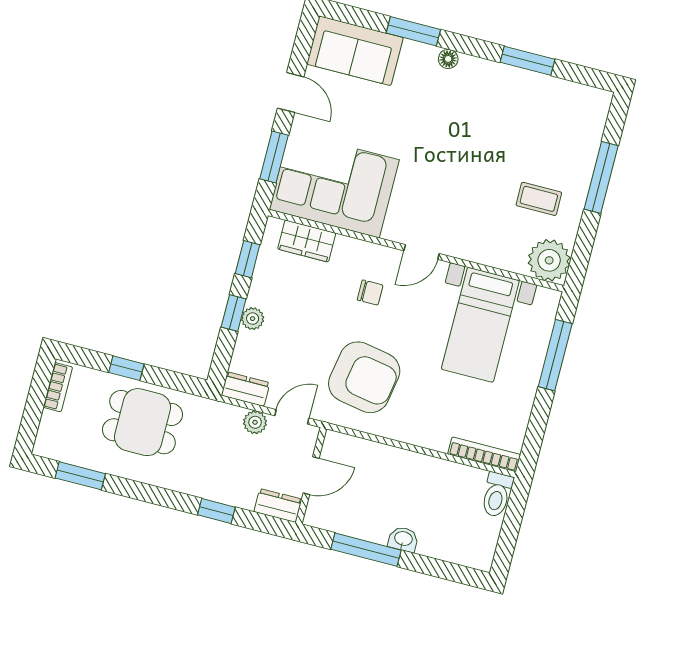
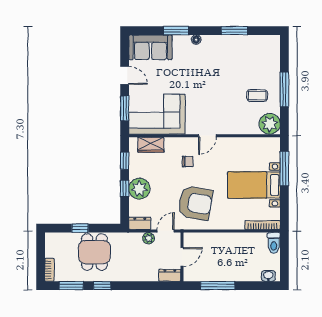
window: (601, 177) -> (284, 90), moved
plant: (253, 319) -> (139, 189), width x1.87, depth x1.87
bed with nightstands: (480, 325) -> (254, 185), moved, turned 90
bookcase: (58, 387) -> (49, 270), moved
dining table: (143, 422) -> (94, 252), turned 90
window: (216, 511) -> (102, 286), moved
washbasin: (403, 539) -> (268, 276), moved

